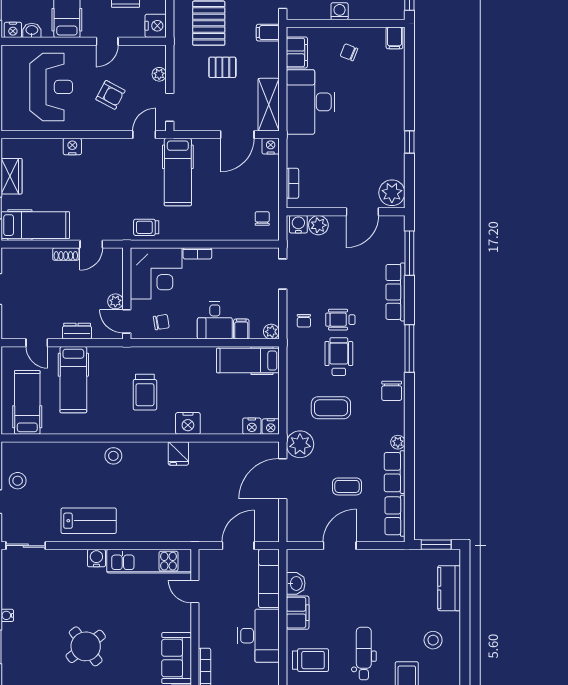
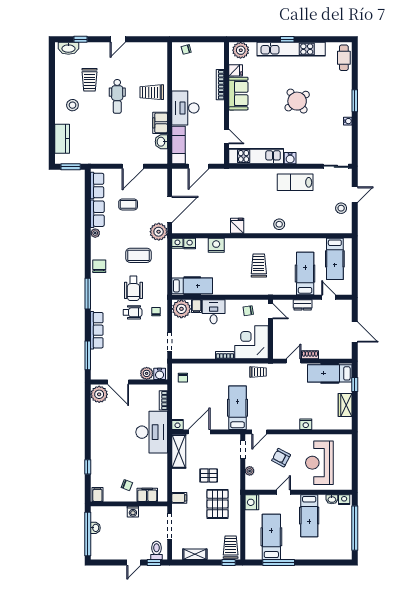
filing cabinet: (297, 52) -> (147, 495), moved, turned 90
desk: (311, 102) -> (152, 432), moved
window: (409, 142) -> (88, 467), moved
door: (362, 212) -> (118, 382), swing flipped
plant: (115, 301) -> (278, 324), removed
plant: (271, 332) -> (181, 309), width x1.87, depth x1.87
nightstand: (188, 423) -> (216, 245), moved

